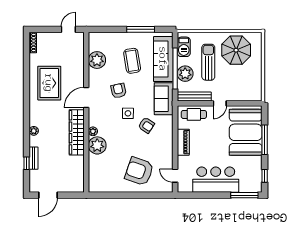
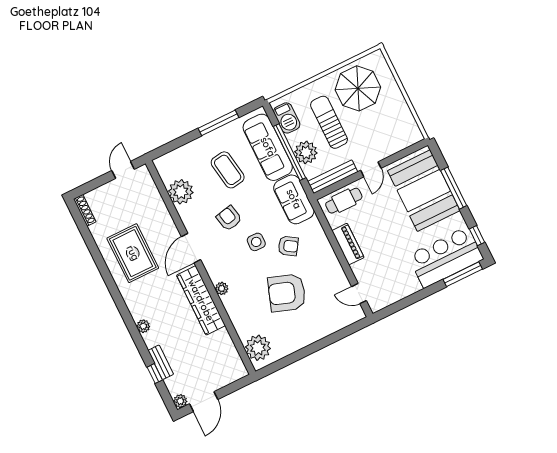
plant: (97, 145) -> (258, 348), moved
armchair: (139, 171) -> (287, 293), moved
bar counter: (216, 180) -> (446, 257), moved
plant: (34, 188) -> (180, 401), added

